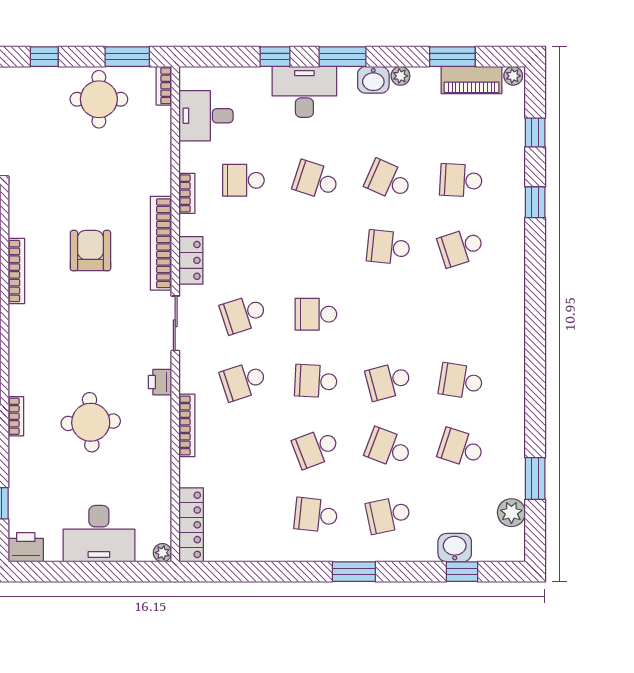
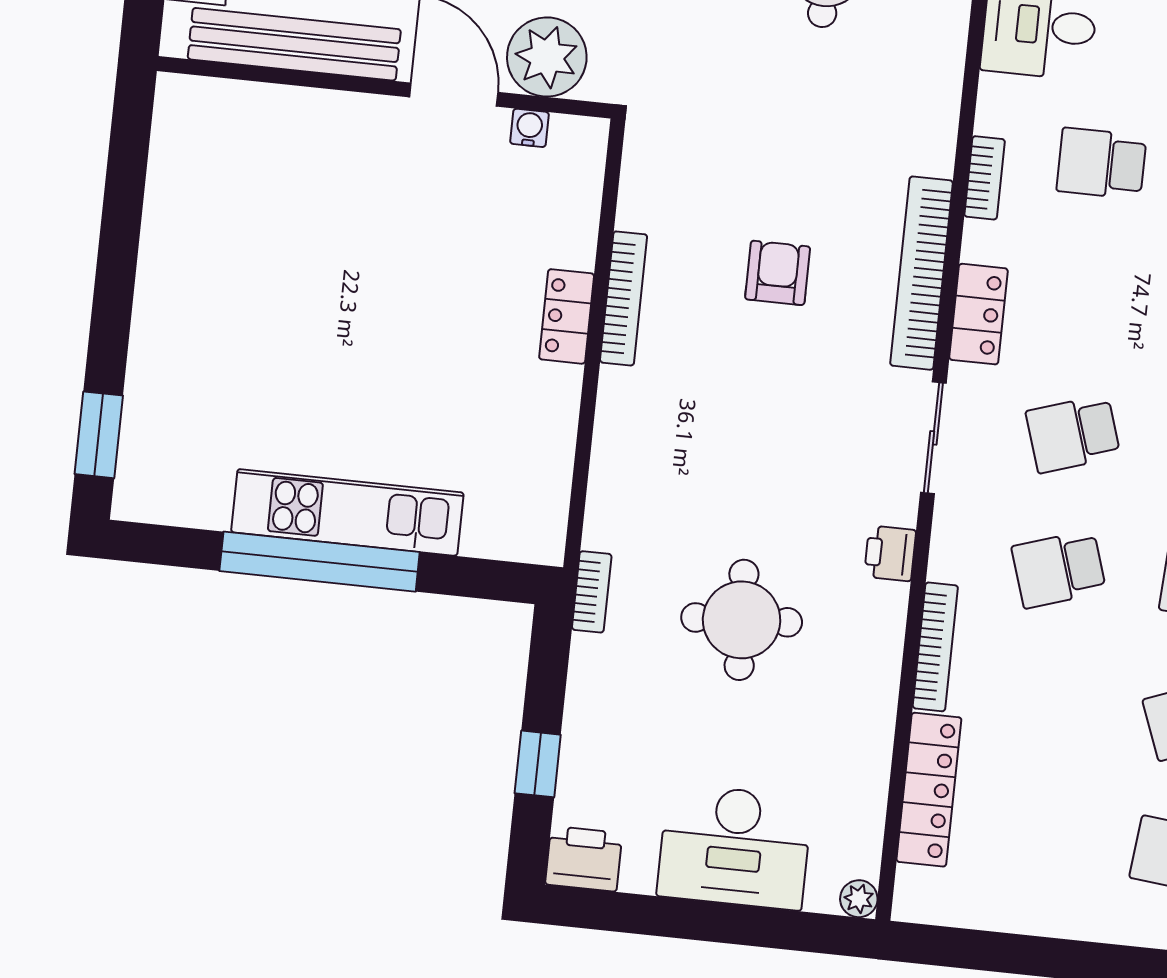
armchair: (90, 251) -> (778, 273), width x0.72, depth x0.72
locker: (191, 525) -> (929, 790), moved

